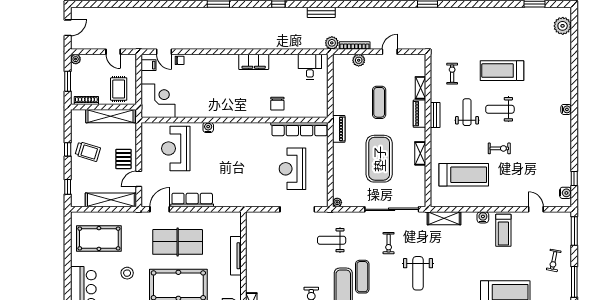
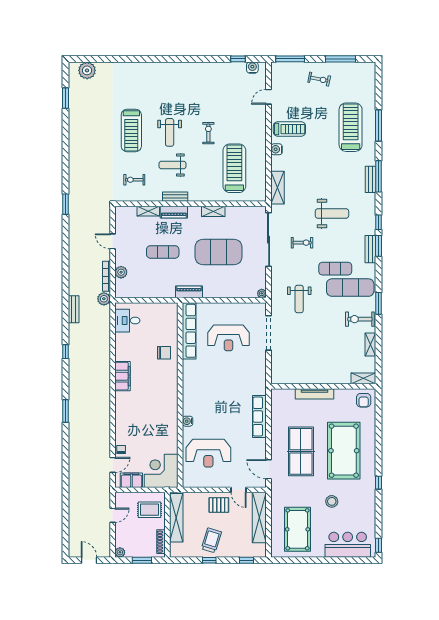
filing cabinet: (149, 65) -> (131, 480), width x2.00
water cooler: (566, 109) -> (170, 67), removed
row of seats: (192, 200) -> (259, 416), moved

